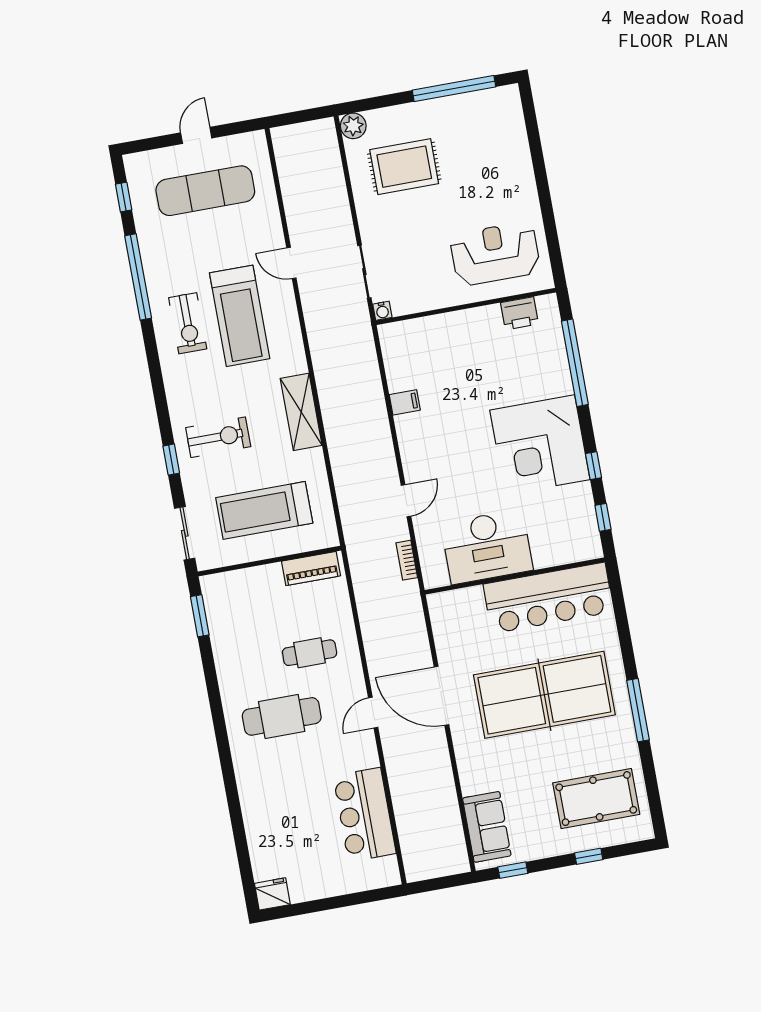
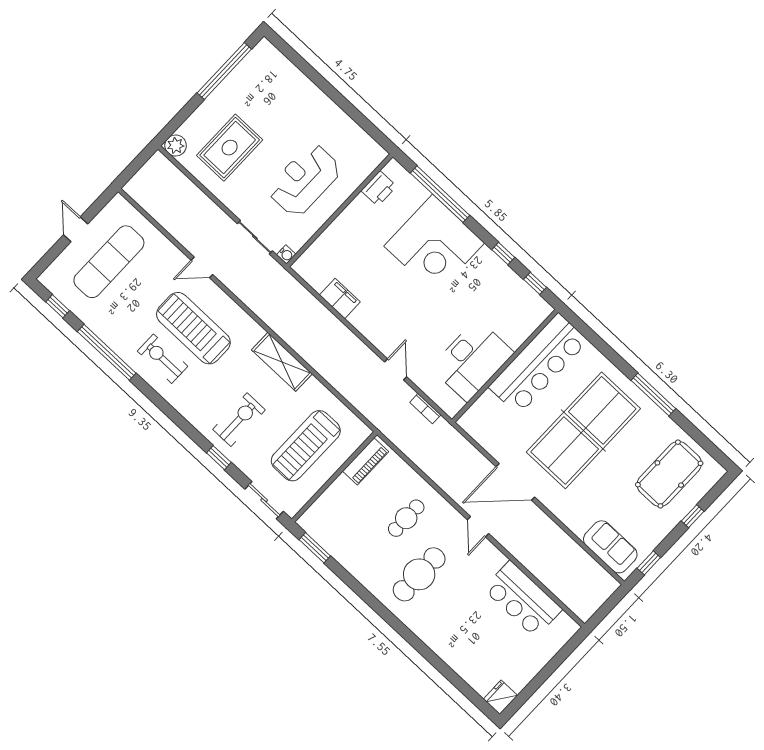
reception desk: (495, 254) -> (304, 180), moved
treadmill: (240, 316) -> (193, 328), turned 180
exercise bike: (188, 323) -> (163, 359), turned 180
filing cabinet: (405, 402) -> (340, 298), width x2.00
corner desk: (540, 445) -> (434, 244), moved

